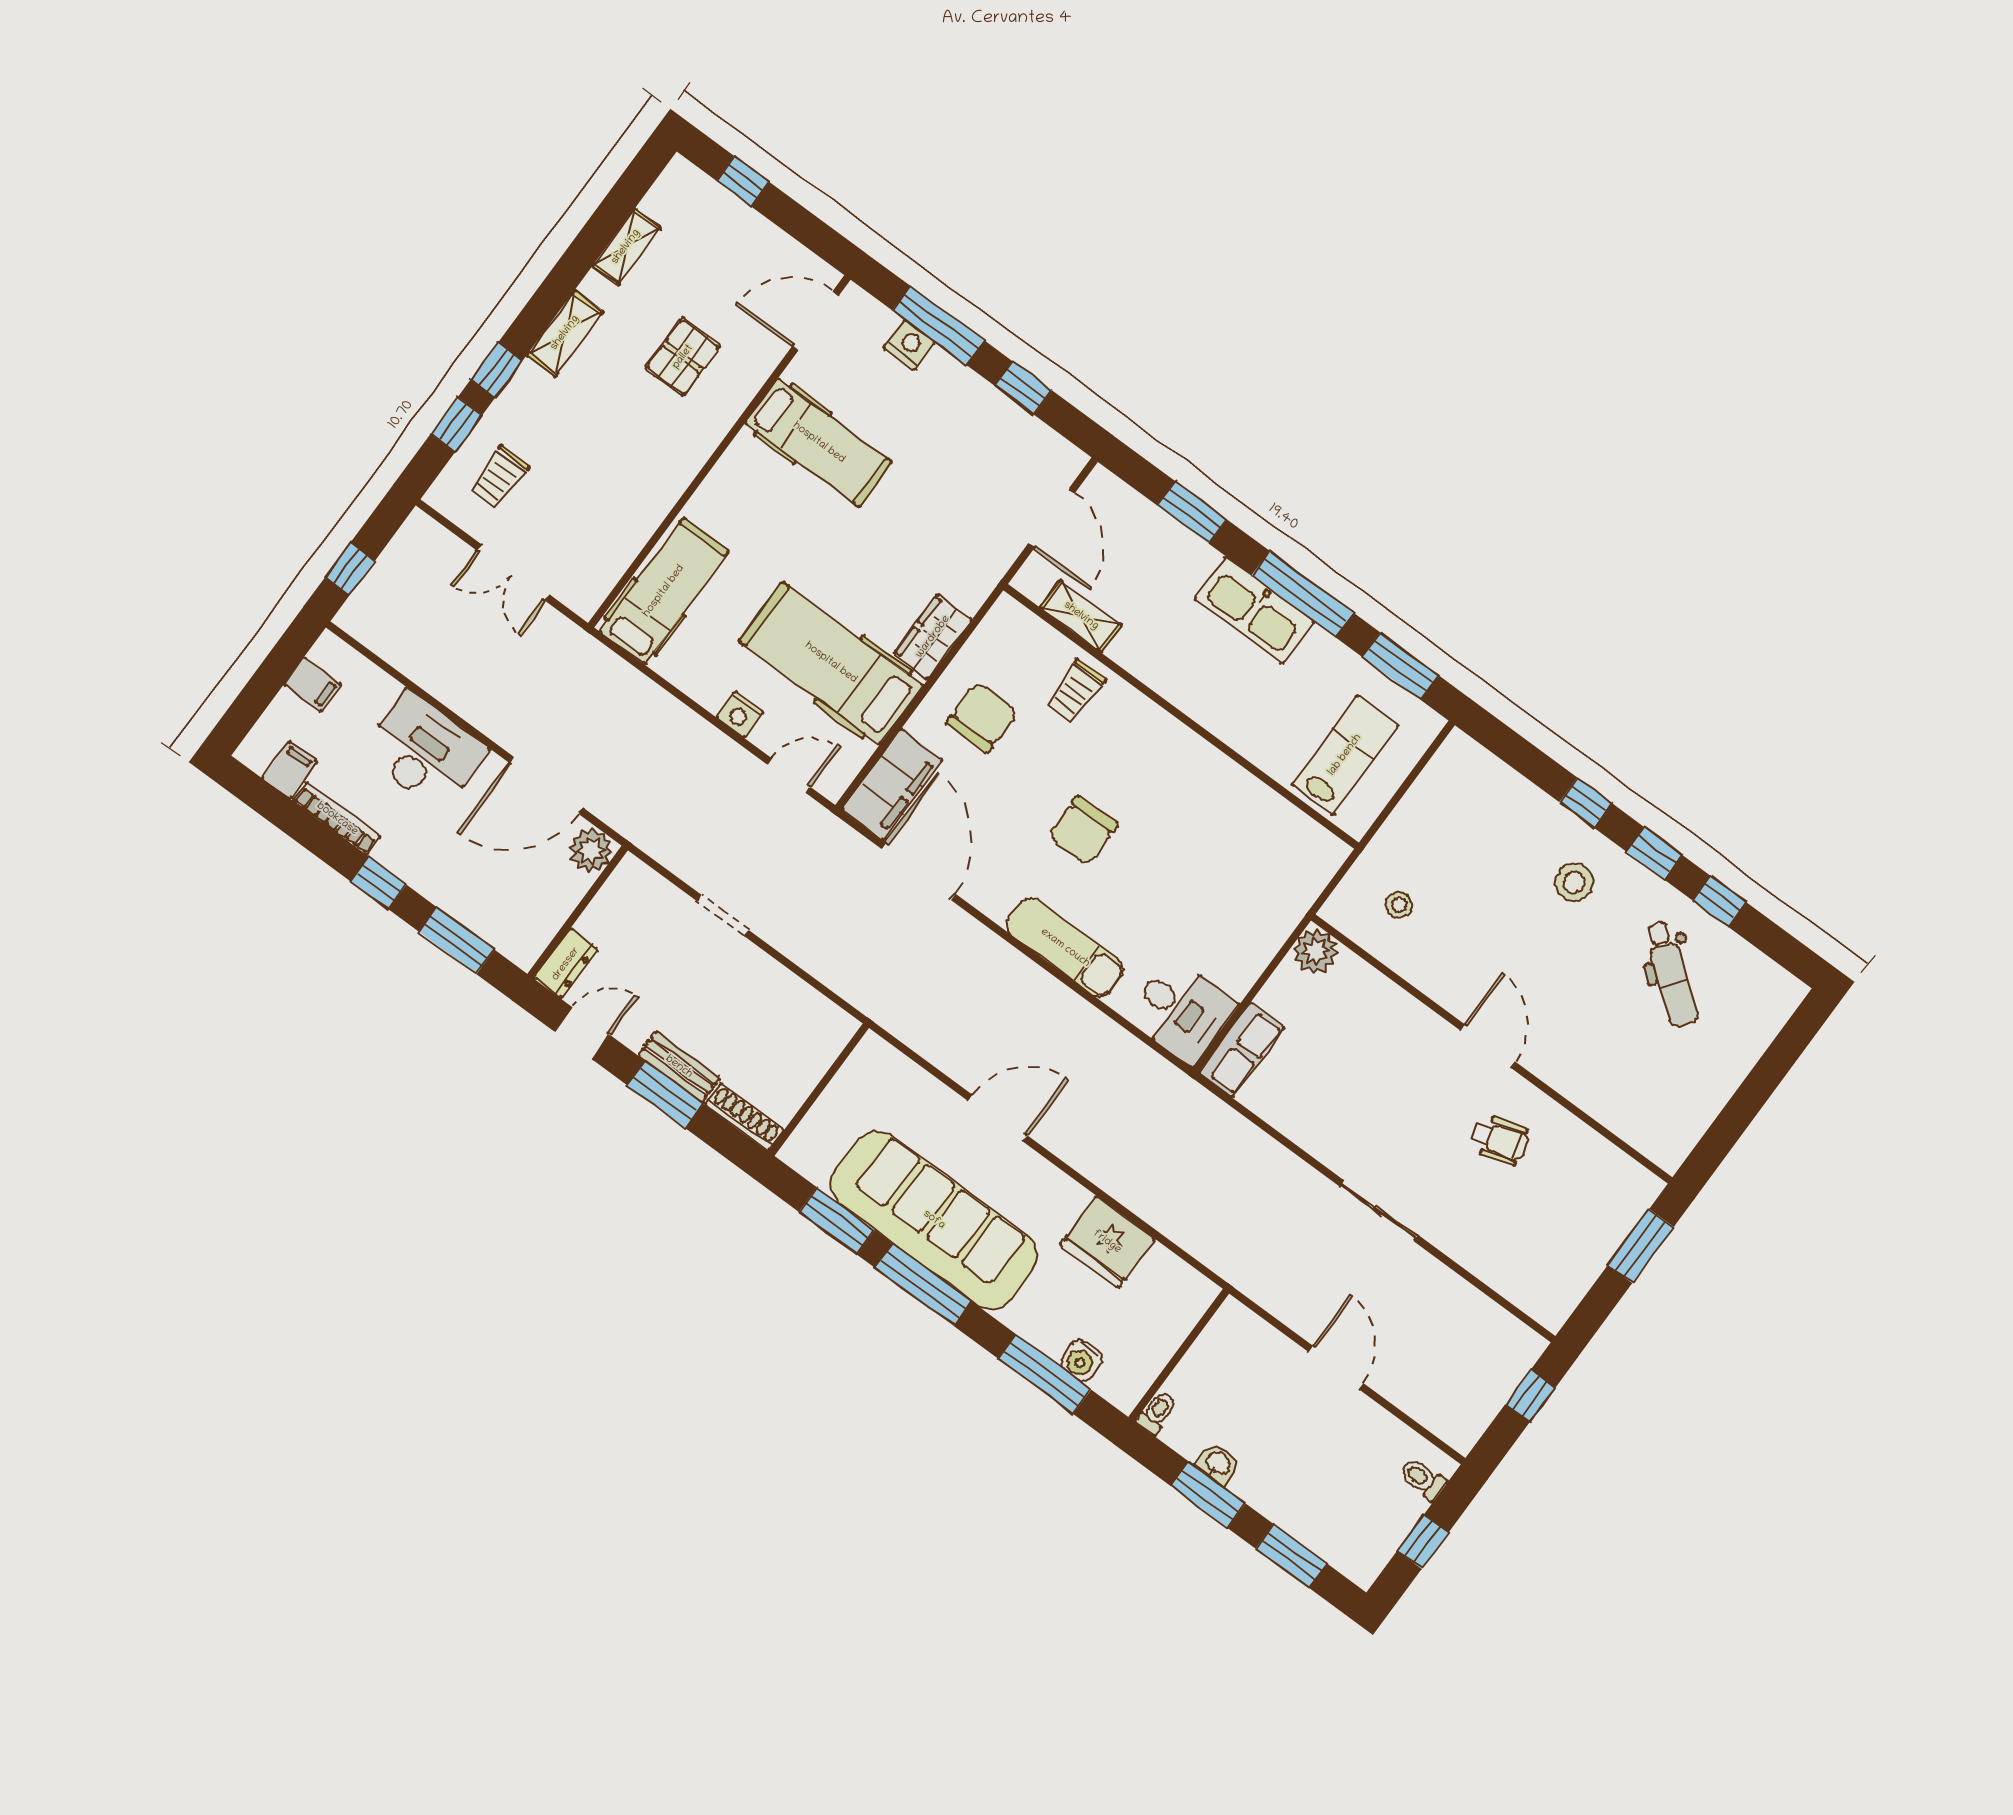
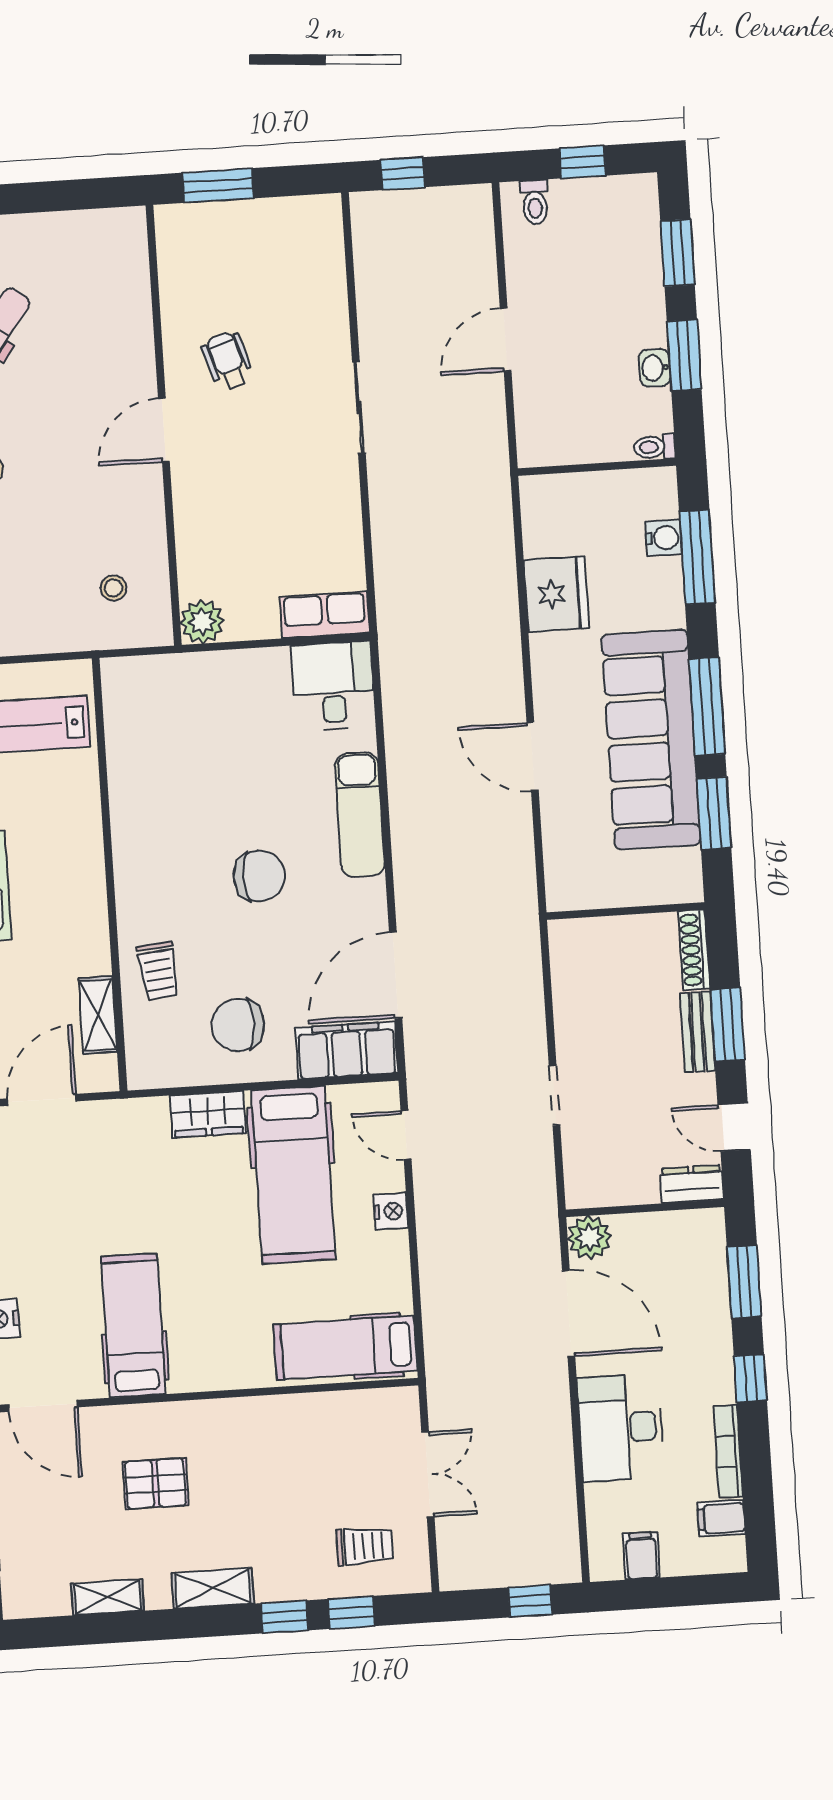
trolley: (1075, 691) -> (158, 971), turned 84

